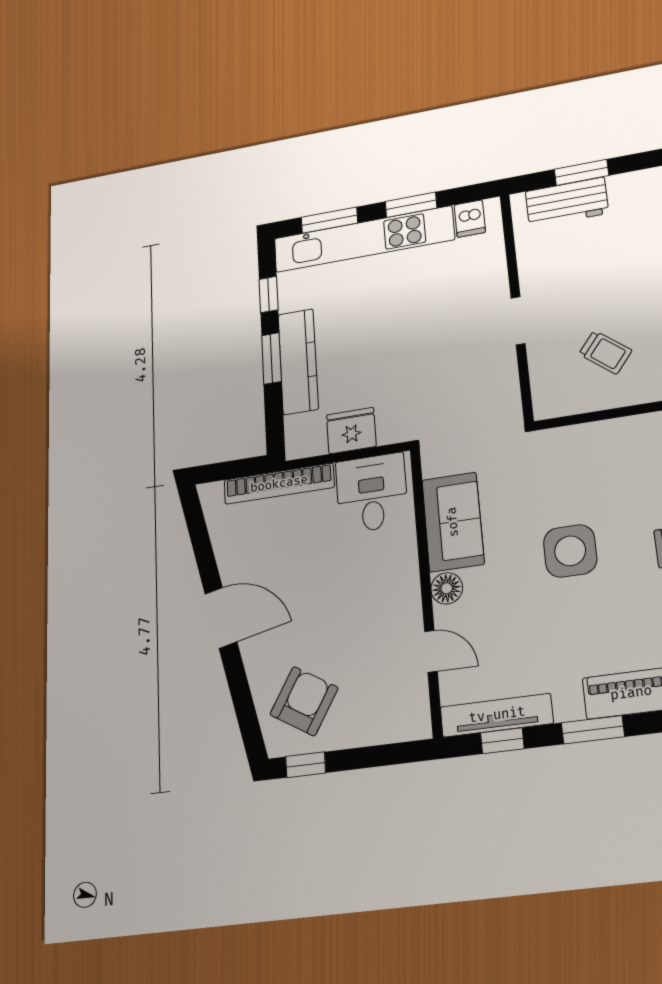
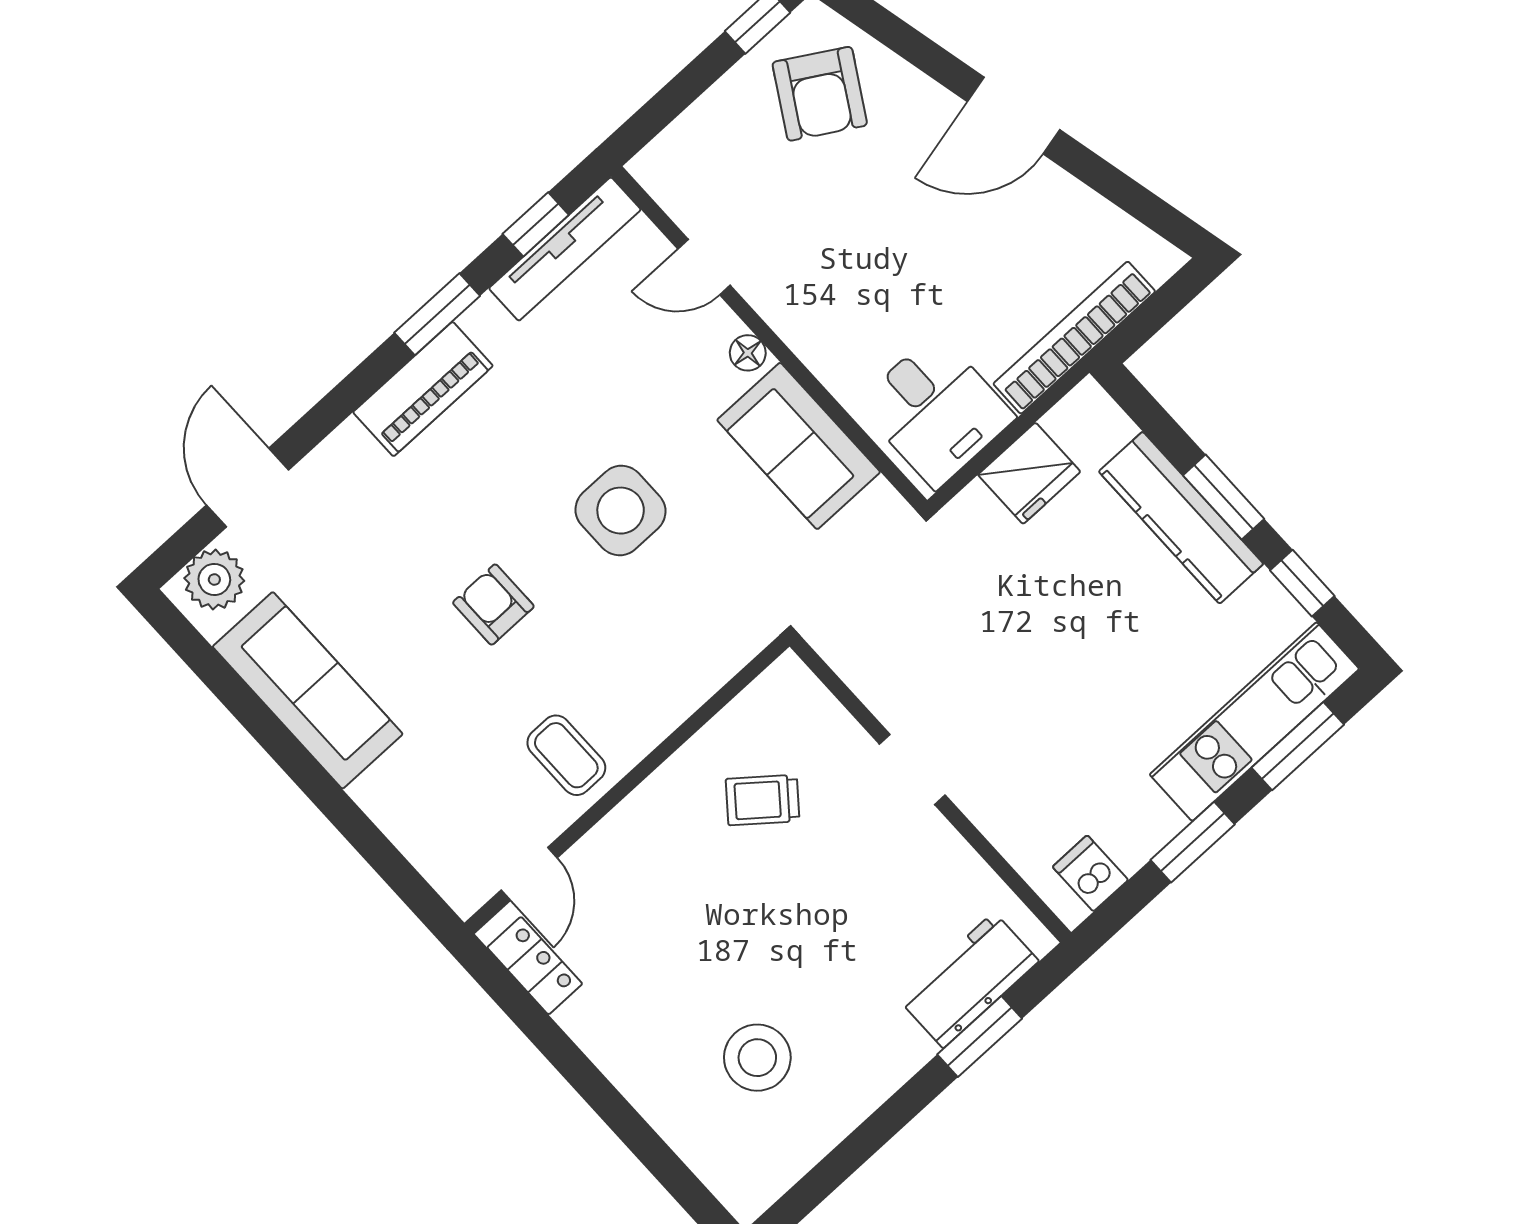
kitchen unit: (363, 239) -> (1254, 722), width x0.73
floor lamp: (447, 588) -> (748, 353), width x0.73, depth x0.73

